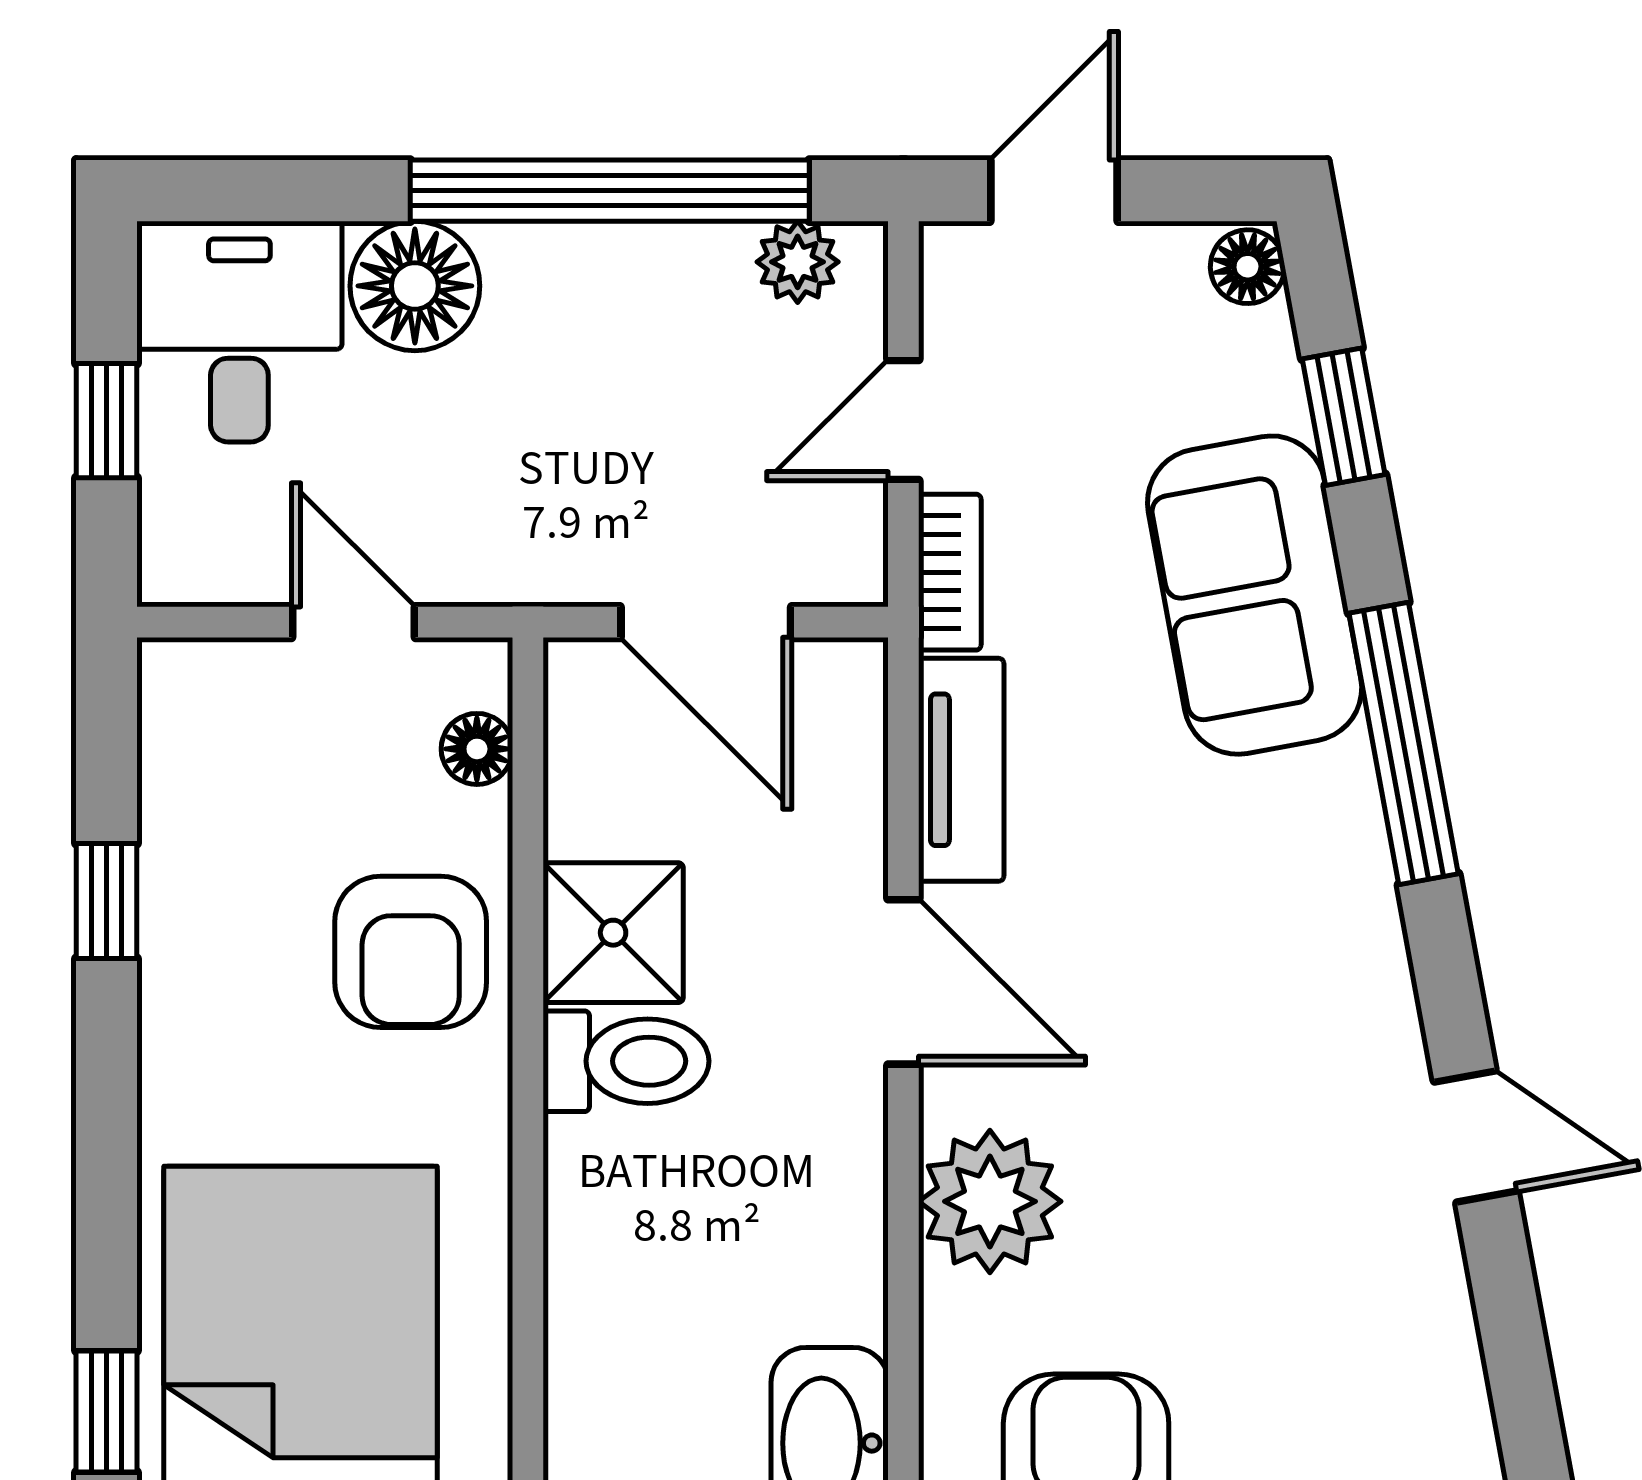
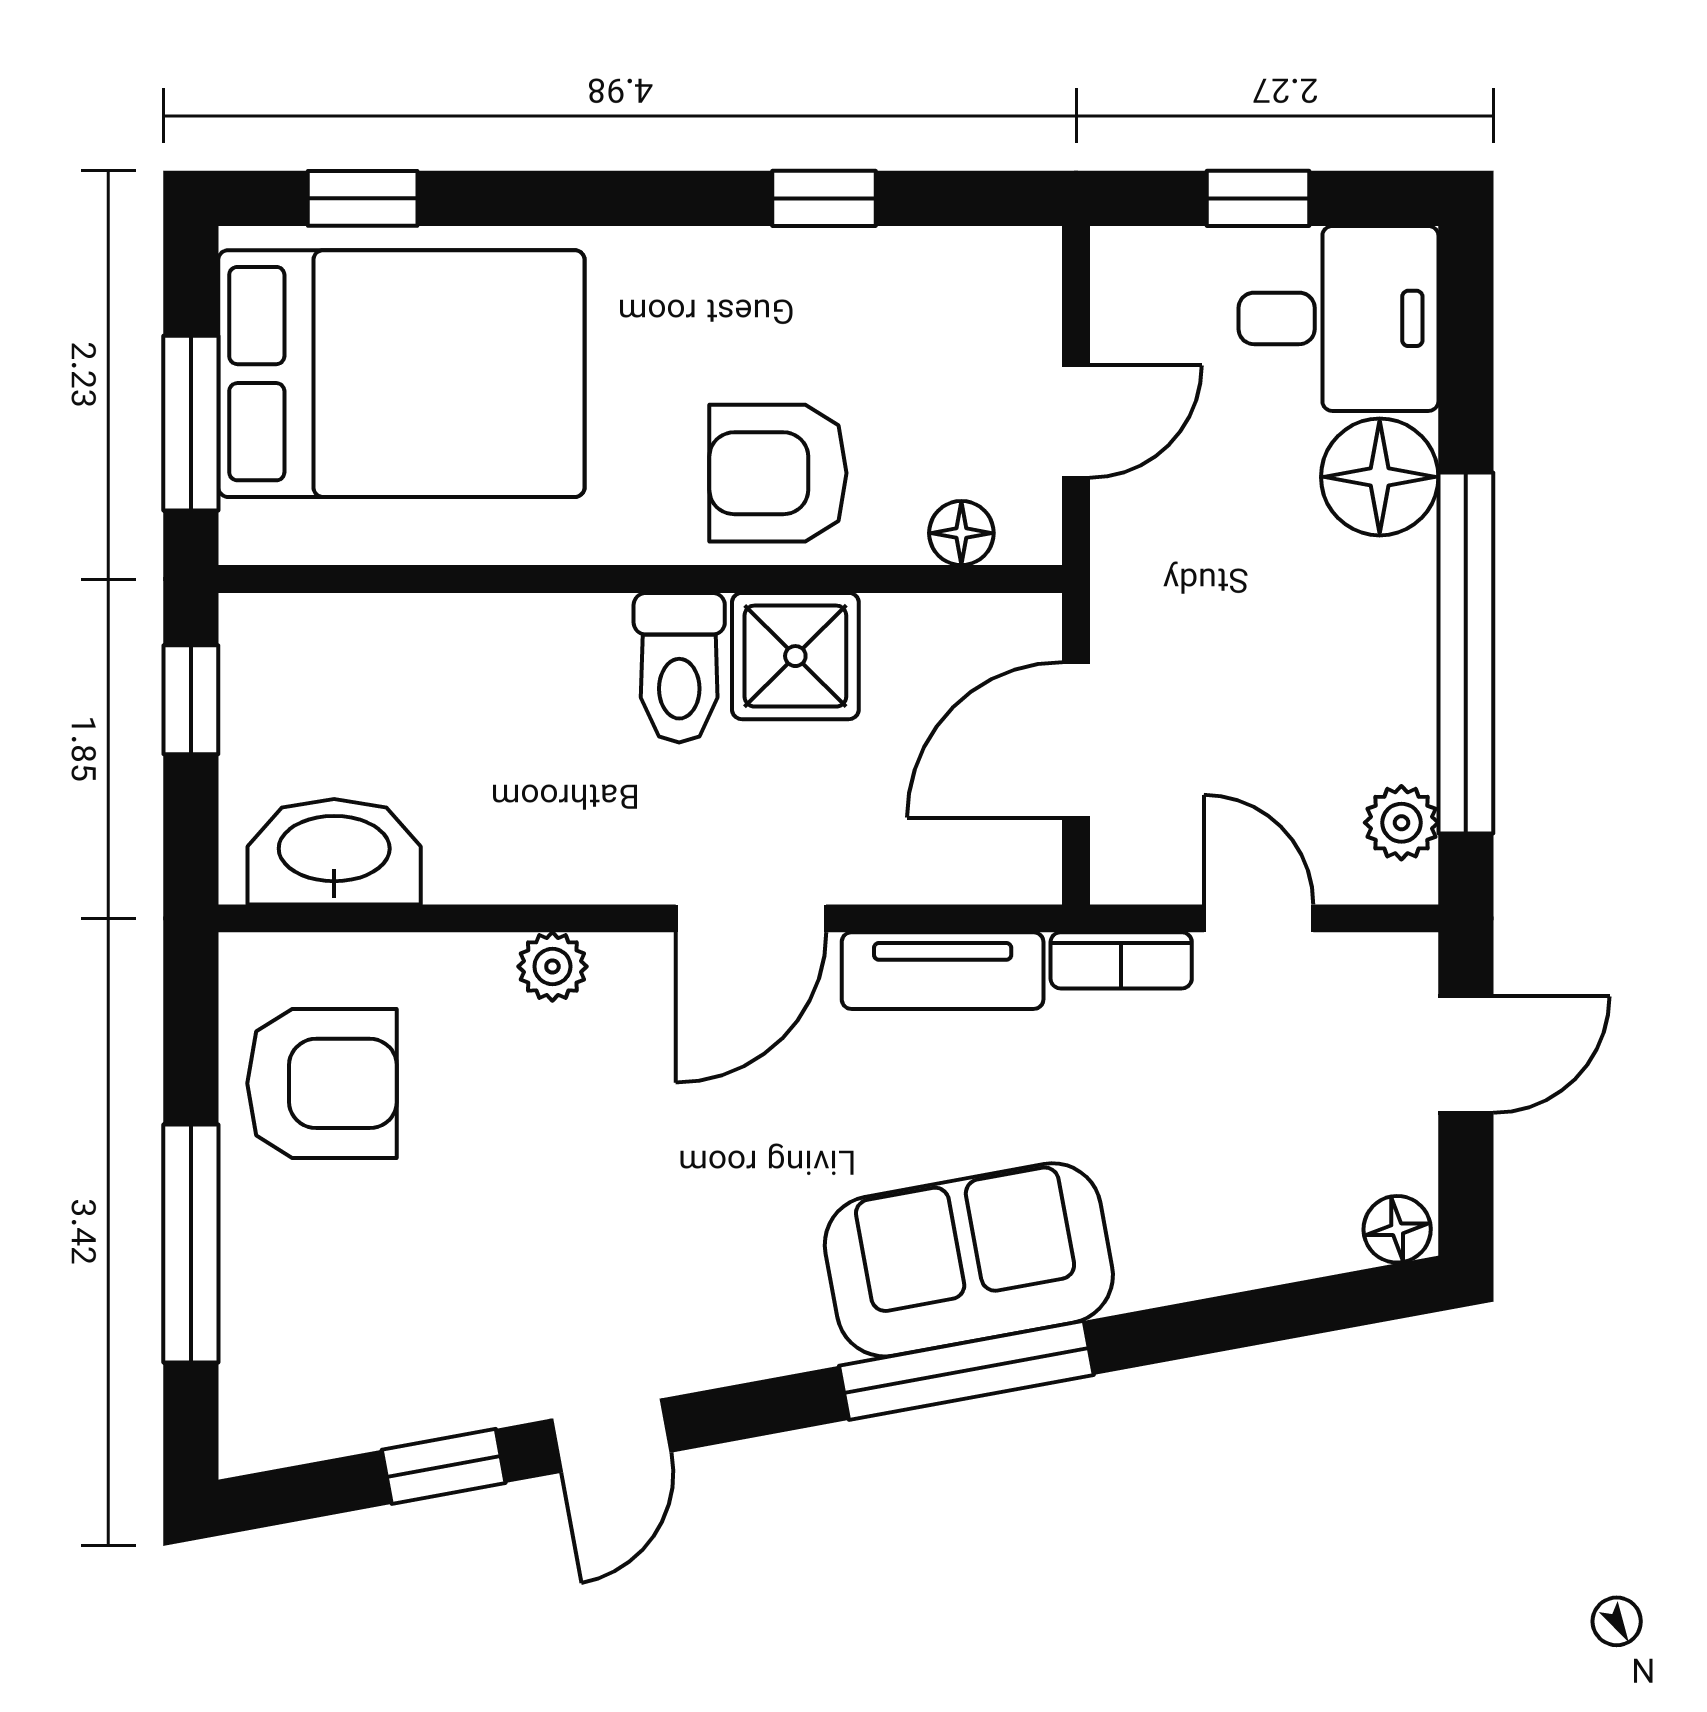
door: (1054, 191) -> (1466, 1055), hinge flipped
window: (1344, 417) -> (444, 1466), moved
sofa: (1255, 595) -> (969, 1260), moved
plant: (990, 1201) -> (552, 966), width x0.53, depth x0.53

